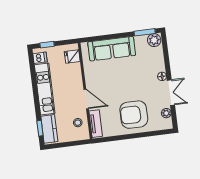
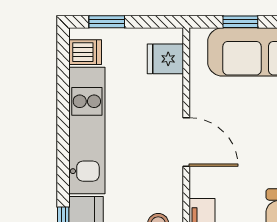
window: (100, 38) -> (240, 22), added
door: (86, 99) -> (186, 142), moved

